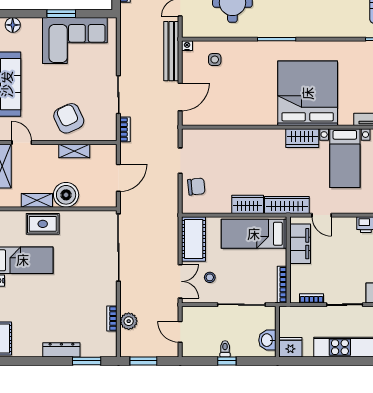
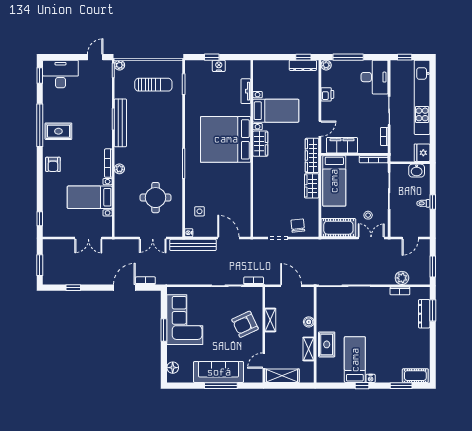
boiler: (66, 195) -> (309, 322), width x0.54, depth x0.54
dresser: (61, 350) -> (424, 314), moved

